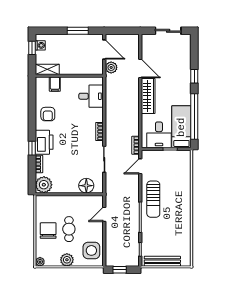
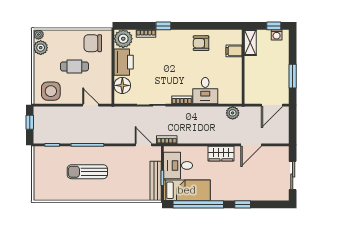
plant: (111, 67) -> (233, 113), moved
desk: (91, 96) -> (205, 91), moved
wardrobe: (148, 96) -> (221, 154), width x0.67
printer: (44, 142) -> (124, 62), moved, turned -90
sun lounger: (153, 199) -> (87, 172), moved
chair: (48, 231) -> (93, 43), moved, turned 180
plant: (67, 260) -> (41, 48), moved
bench: (162, 261) -> (156, 181), moved

